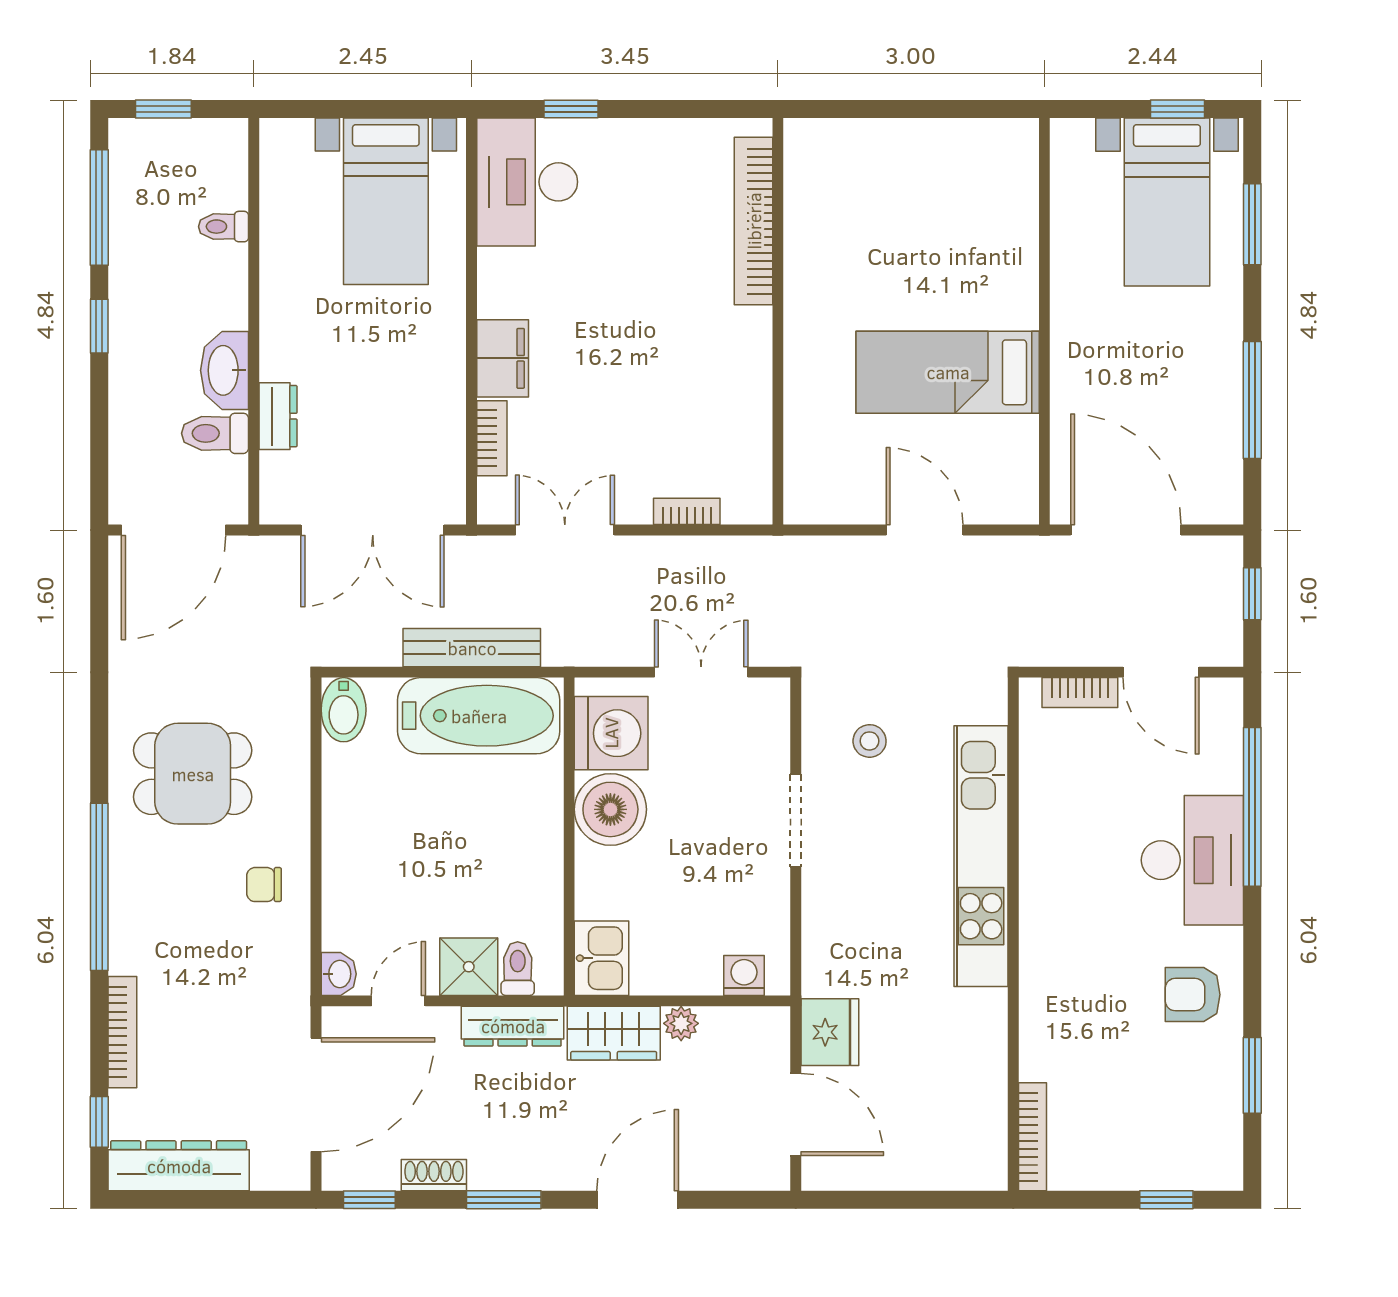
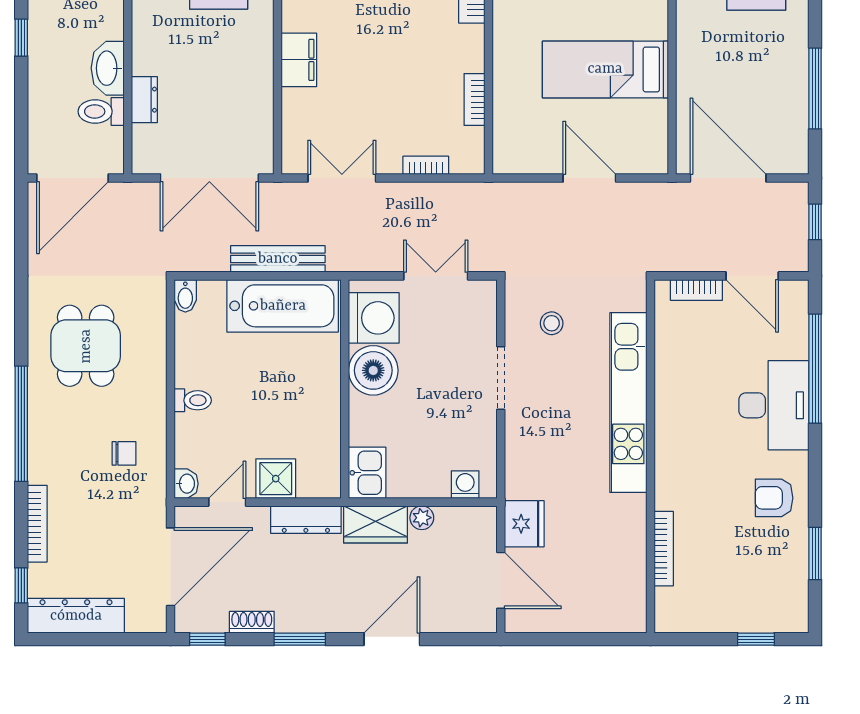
bookcase: (492, 438) -> (474, 100), moved, turned 180
bidet: (344, 710) -> (185, 296), width x0.72, depth x0.74
dining table: (193, 774) -> (86, 346), turned 90
chair: (264, 885) -> (124, 453), moved, turned 180
toilet: (518, 969) -> (193, 400), moved, turned 90
bookcase: (1033, 1137) -> (664, 549), moved

